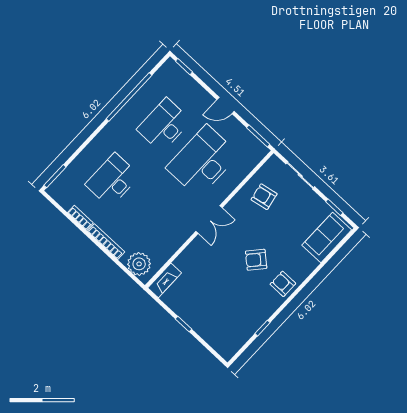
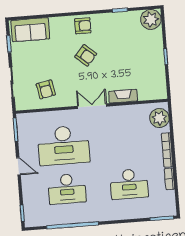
fireplace: (165, 280) -> (123, 96), moved
armchair: (283, 284) -> (83, 26), turned -90
plant: (227, 345) -> (151, 19), added

